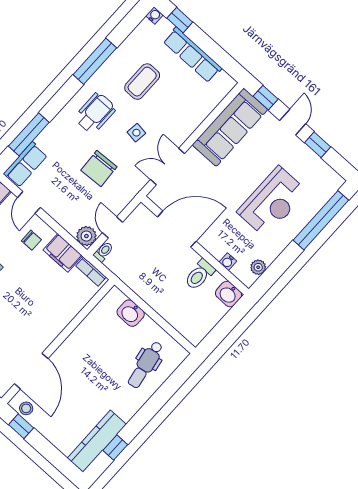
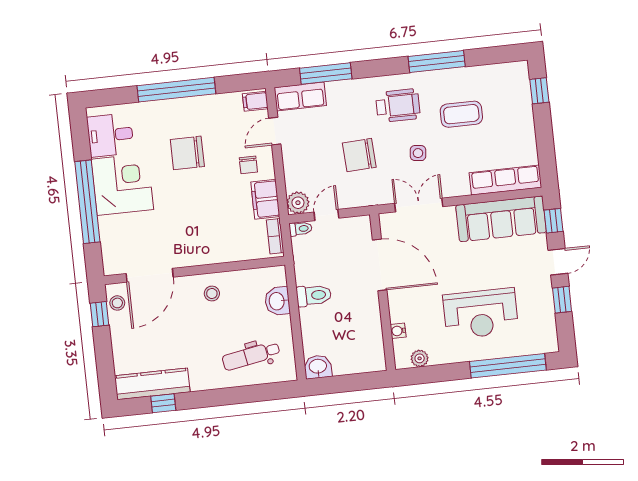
water cooler: (154, 15) -> (521, 68), removed
row of seats: (192, 55) -> (505, 180), moved, turned 90
toilet: (200, 275) -> (314, 295), moved, turned 180
washbasin: (229, 294) -> (318, 367), moved, turned 90
stool: (83, 347) -> (212, 294), added

